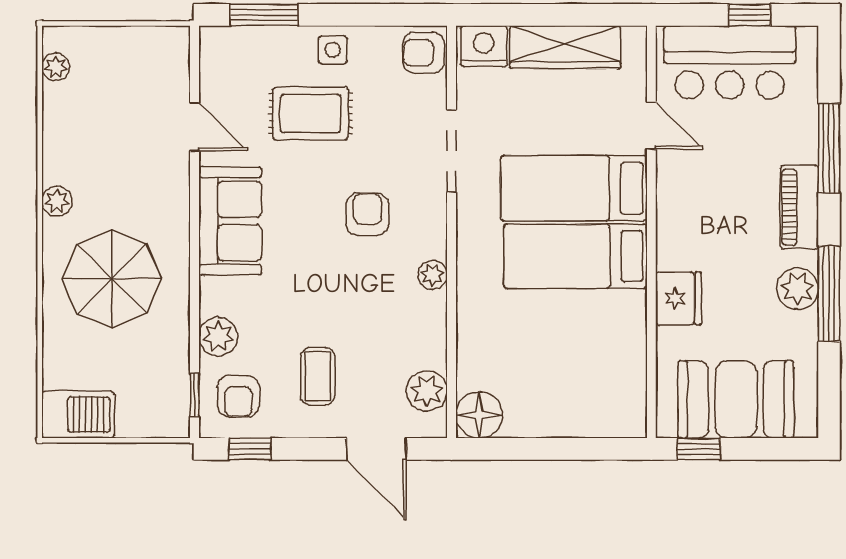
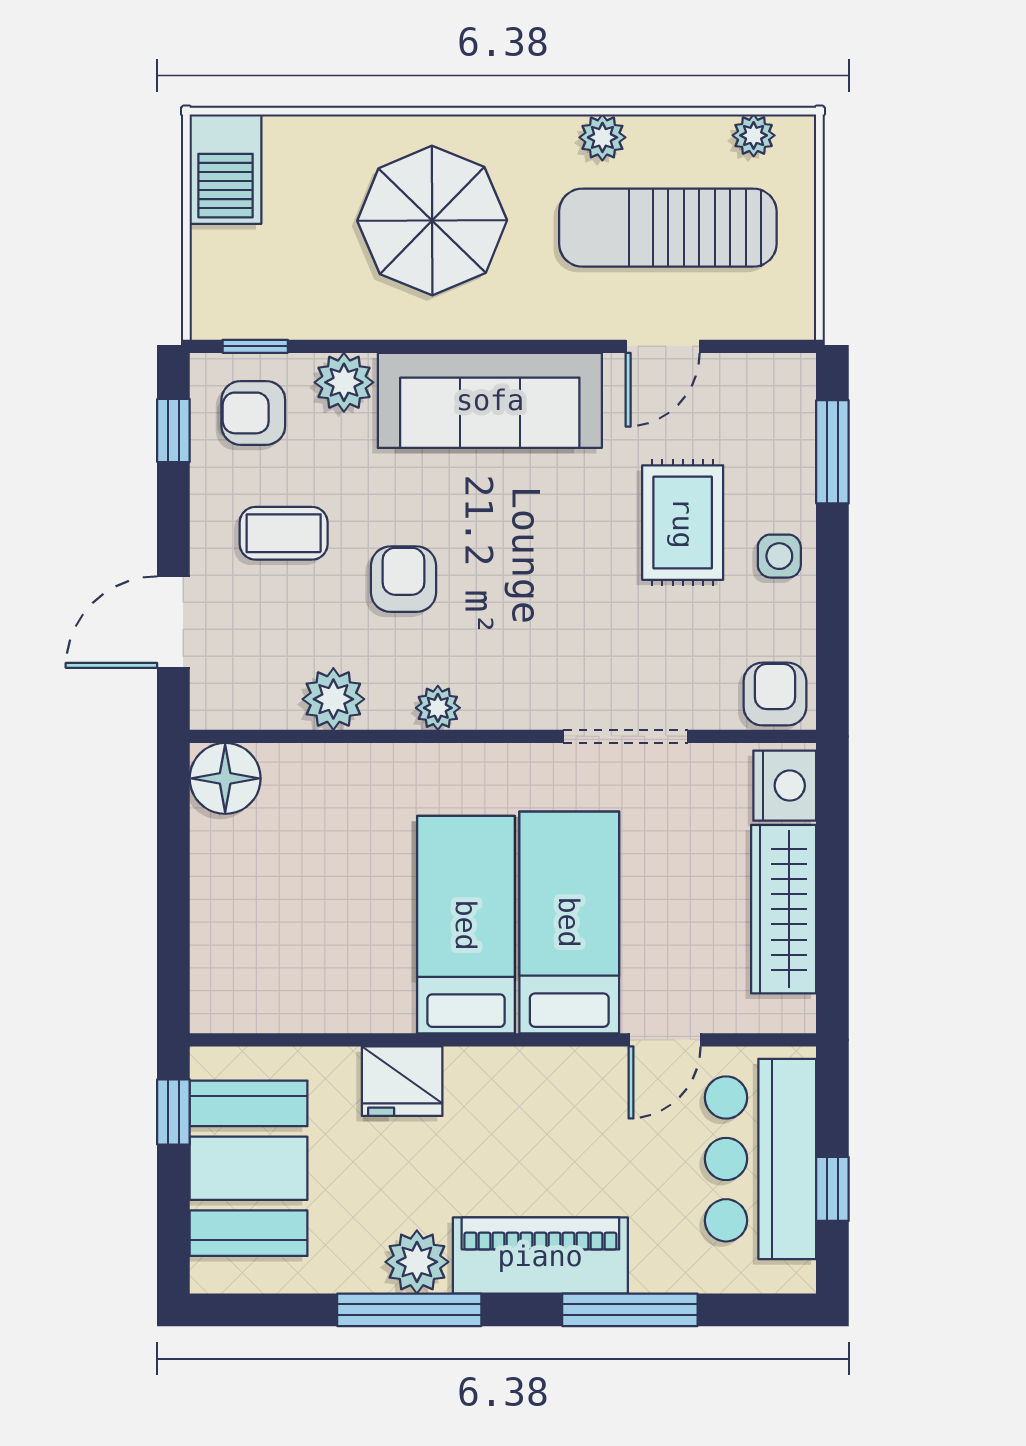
sun lounger: (116, 123) -> (668, 228), added
plant: (57, 201) -> (602, 137), moved
piano: (799, 207) -> (540, 1256), width x1.37, depth x1.33
armchair: (367, 214) -> (403, 579), moved, turned -90
sofa: (230, 221) -> (490, 400), width x1.36
plant: (427, 391) -> (333, 699), moved

